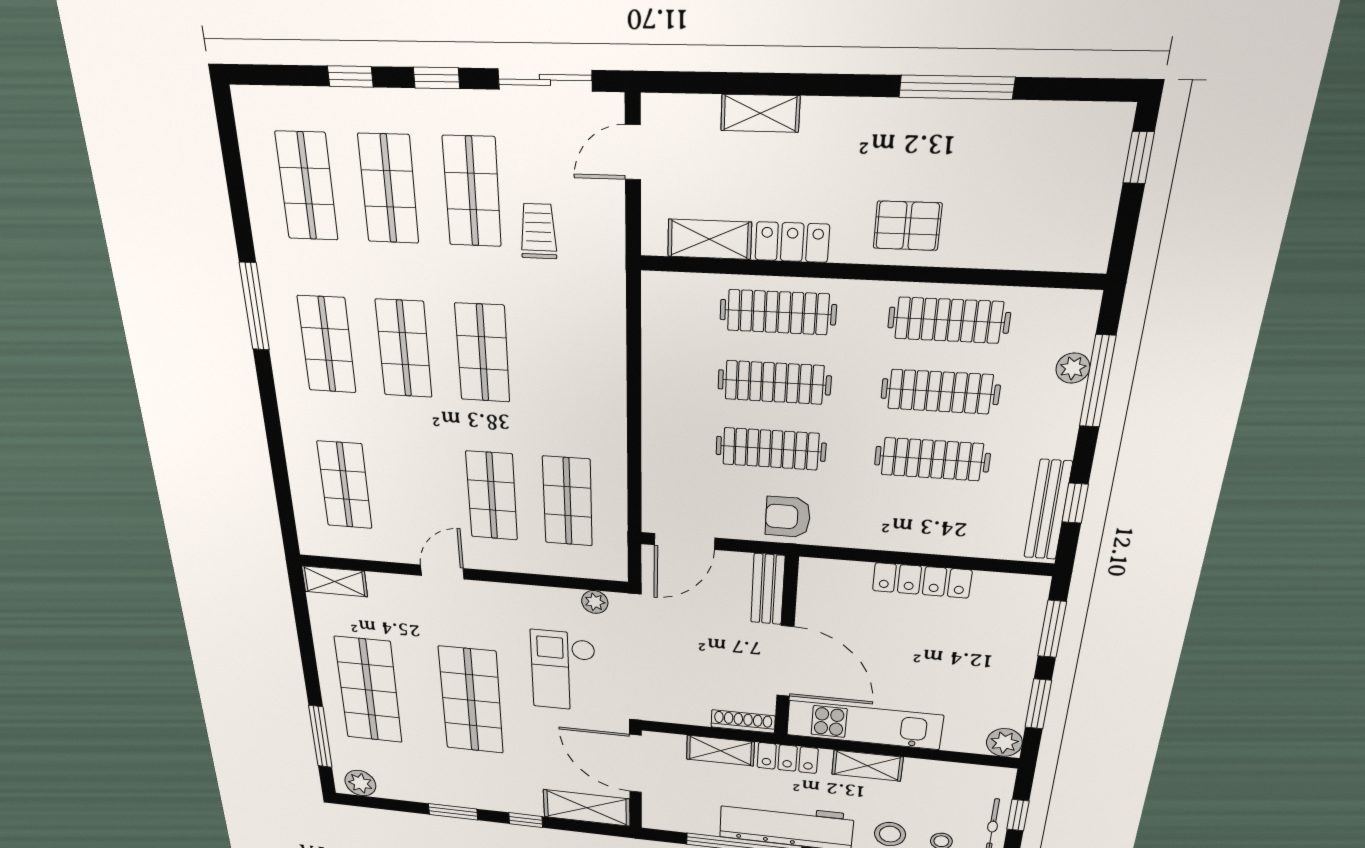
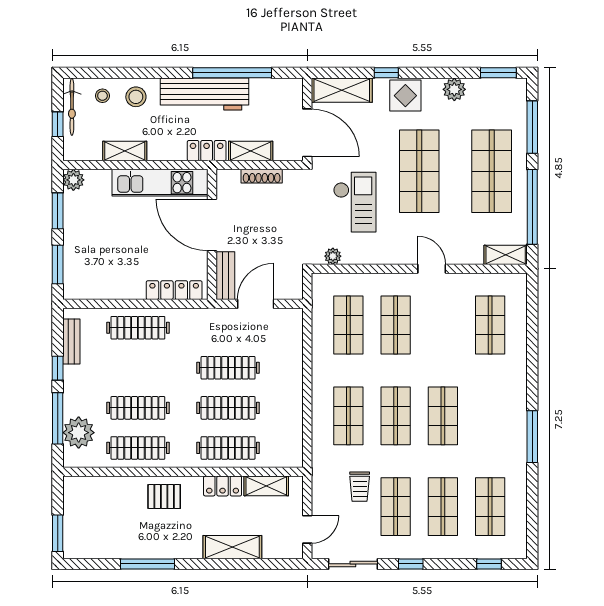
window: (350, 76) -> (489, 564), moved
shelving: (760, 113) -> (232, 547), width x1.50, depth x1.33
window: (1139, 158) -> (58, 533), width x1.50
shop shelf: (327, 345) -> (348, 416), moved
plant: (1073, 368) -> (79, 433), width x1.87, depth x1.87
clothes rail: (932, 459) -> (138, 328), moved
window: (1075, 503) -> (58, 368), moved
bench: (1048, 510) -> (71, 342), width x0.73
armchair: (788, 517) -> (216, 325), removed
door: (684, 541) -> (256, 304), moved
door: (442, 572) -> (432, 269), swing flipped
locker: (922, 580) -> (174, 290), moved
window: (306, 640) -> (532, 207), added
shoe rack: (743, 721) -> (262, 176), moved
shelving: (867, 766) -> (125, 151), moved
plant: (360, 783) -> (454, 89), moved
display table: (497, 792) -> (405, 96), added
window: (453, 812) -> (498, 73), moved

